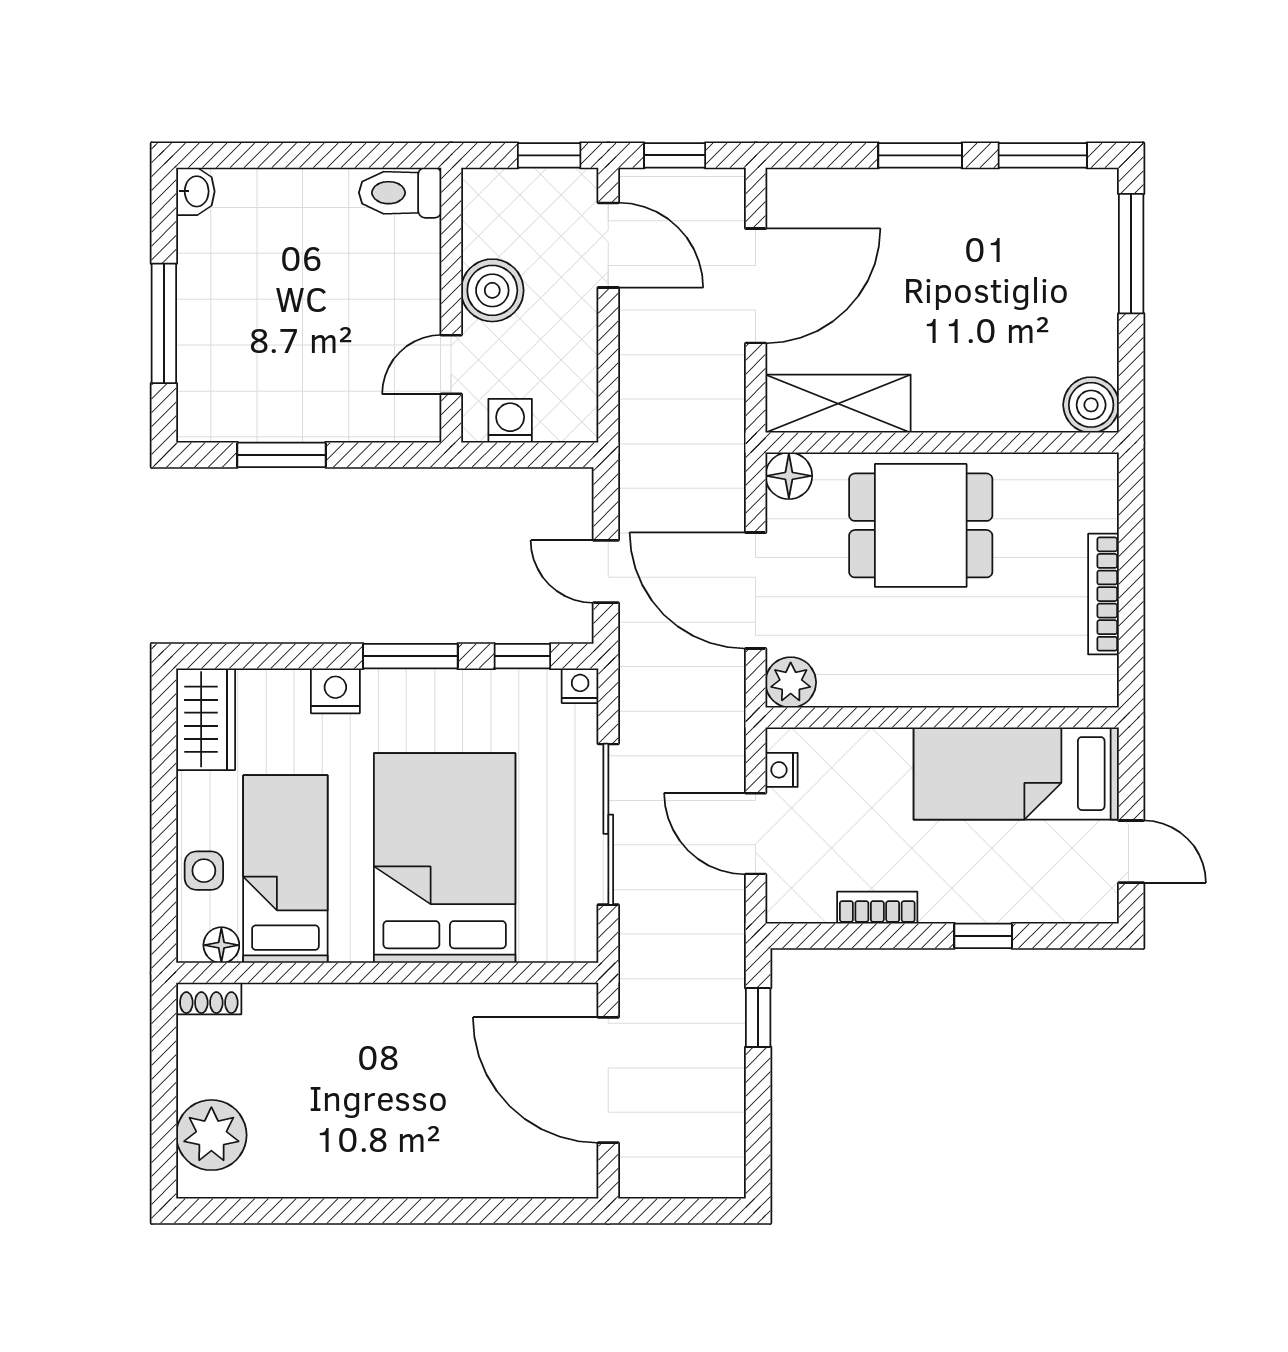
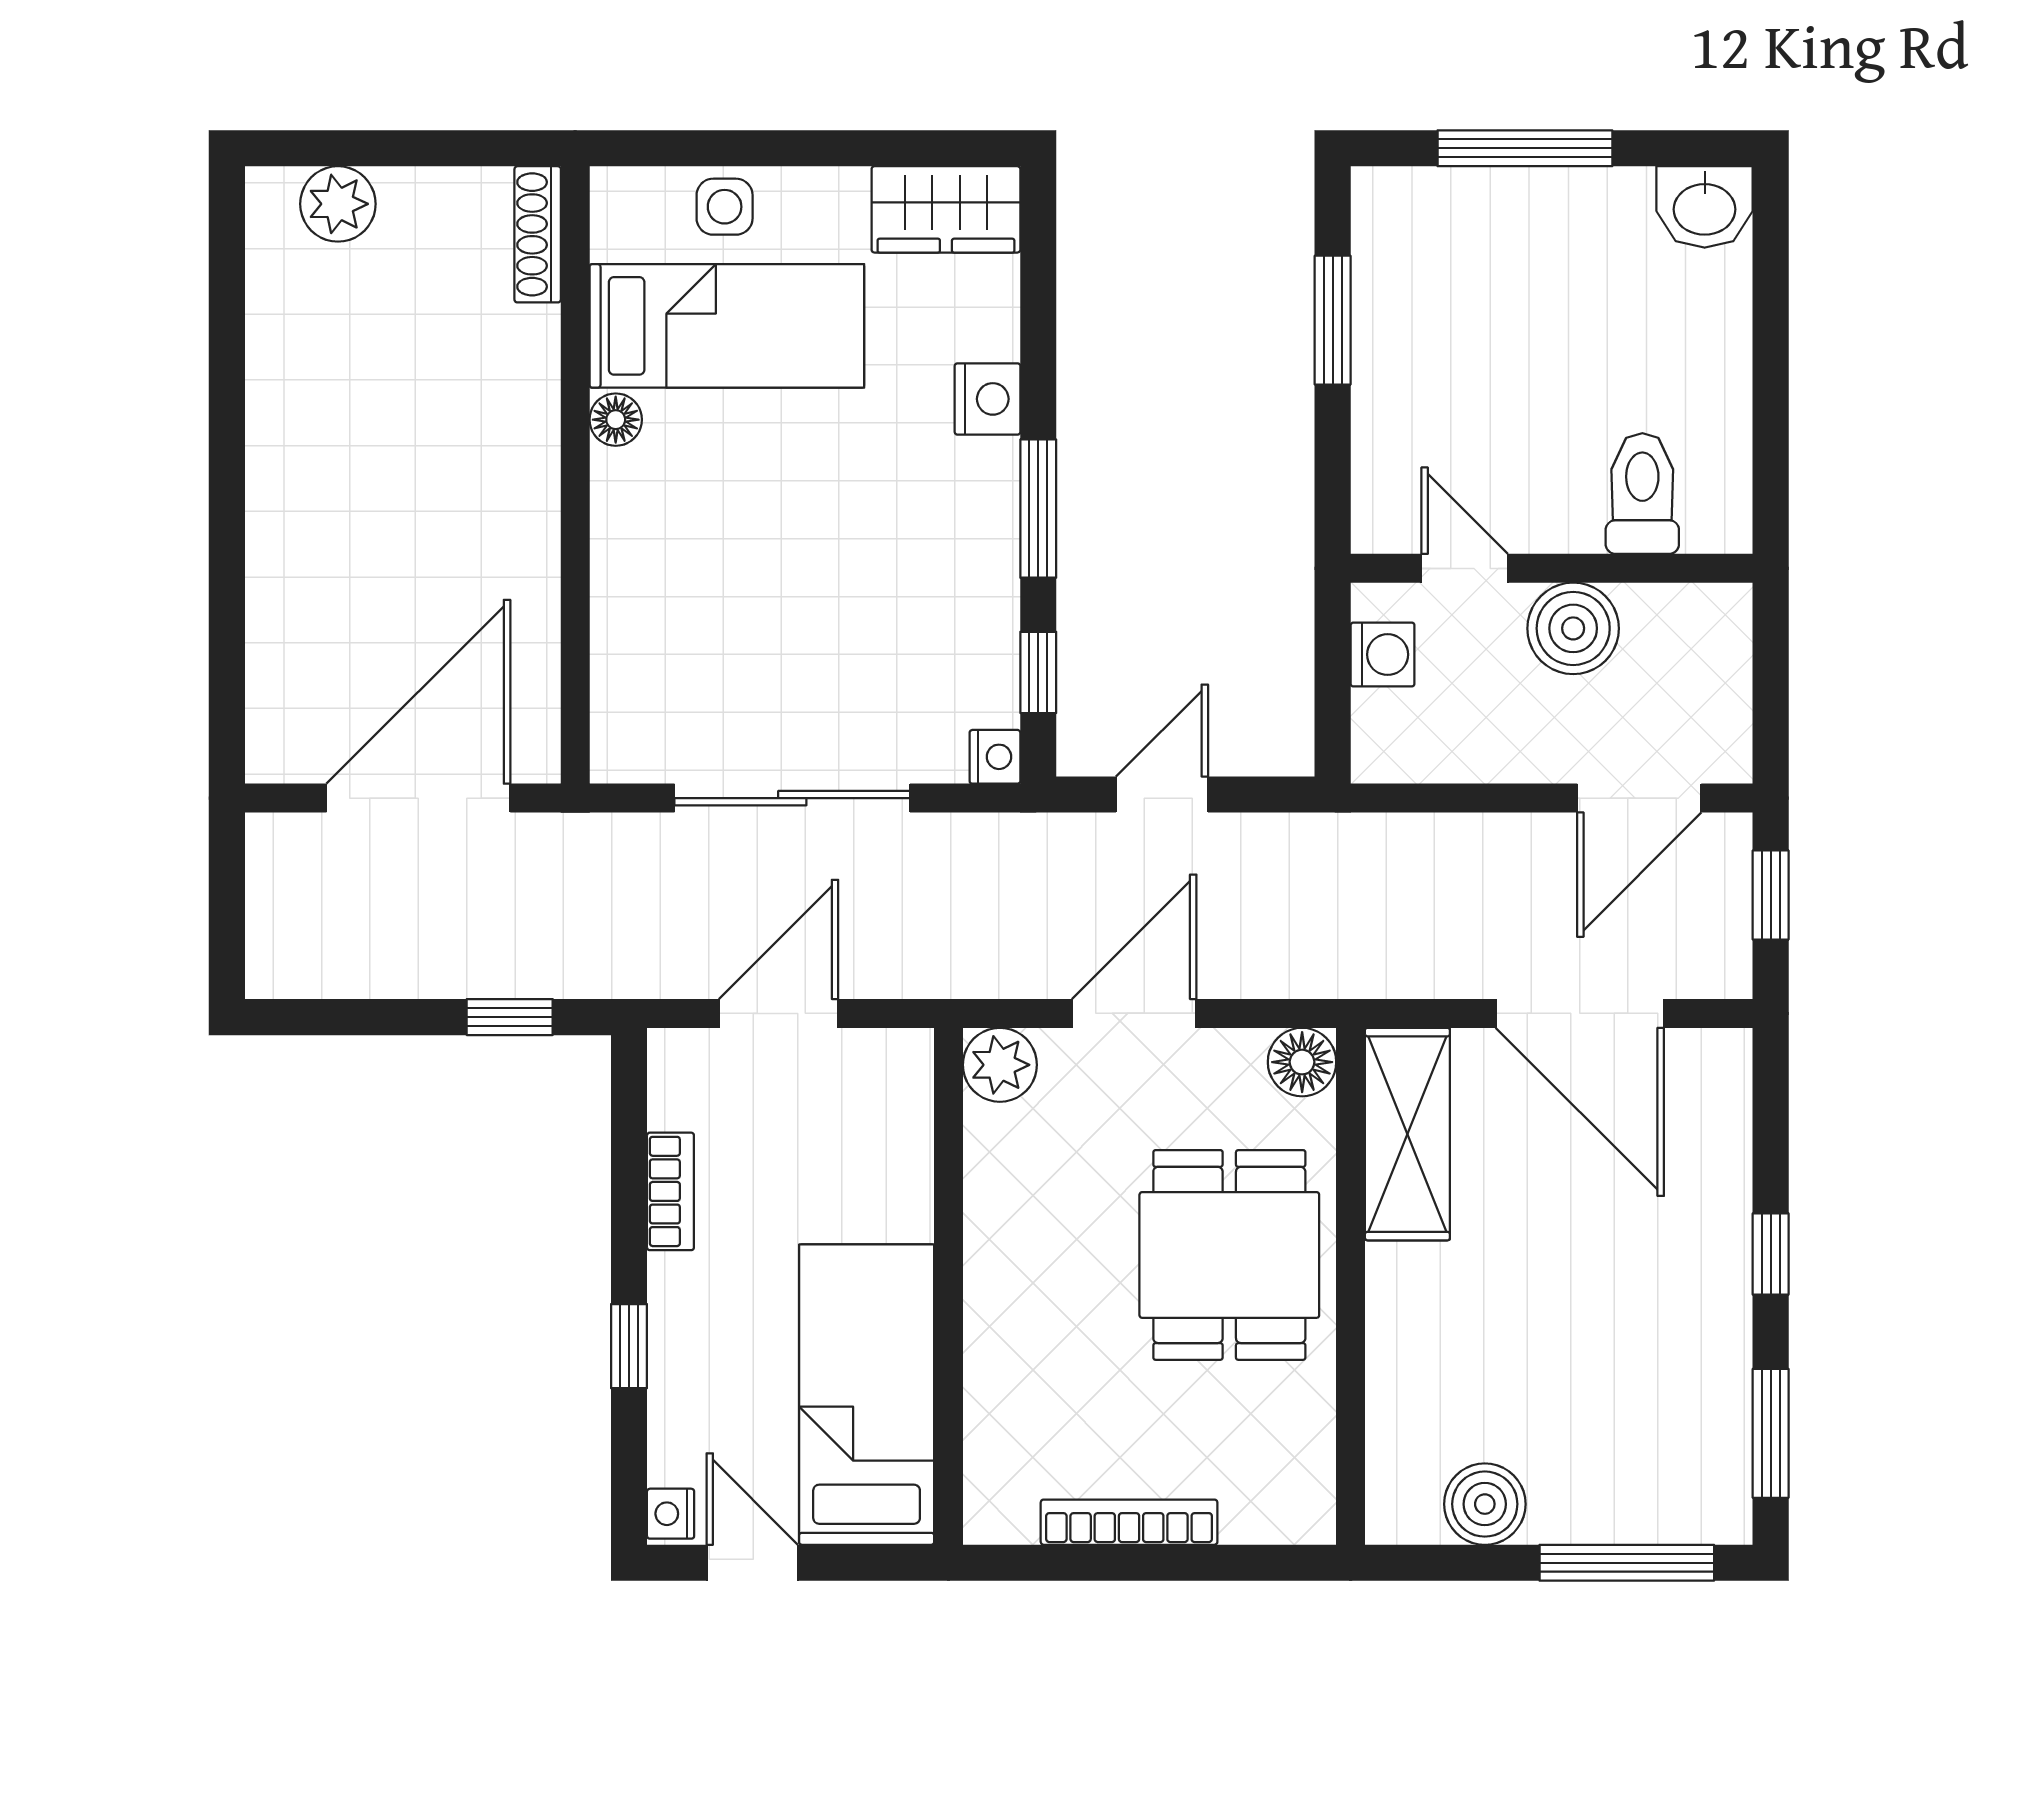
window: (549, 155) -> (1771, 712), removed
window: (920, 155) -> (1771, 1254), width x0.67
washbasin: (195, 191) -> (1705, 207), width x1.38, depth x1.45
toilet: (400, 193) -> (1642, 494), moved
boiler: (1091, 405) -> (1485, 1504), moved
door: (756, 591) -> (1134, 1013), width x0.73
nightstand: (782, 770) -> (671, 1514), moved, turned -90
door: (1131, 852) -> (752, 1563), swing flipped
bed: (445, 858) -> (743, 559), removed
floor lamp: (221, 945) -> (616, 420), moved
shoe rack: (209, 998) -> (538, 234), width x1.43
plant: (211, 1135) -> (338, 204), width x0.73, depth x0.73

